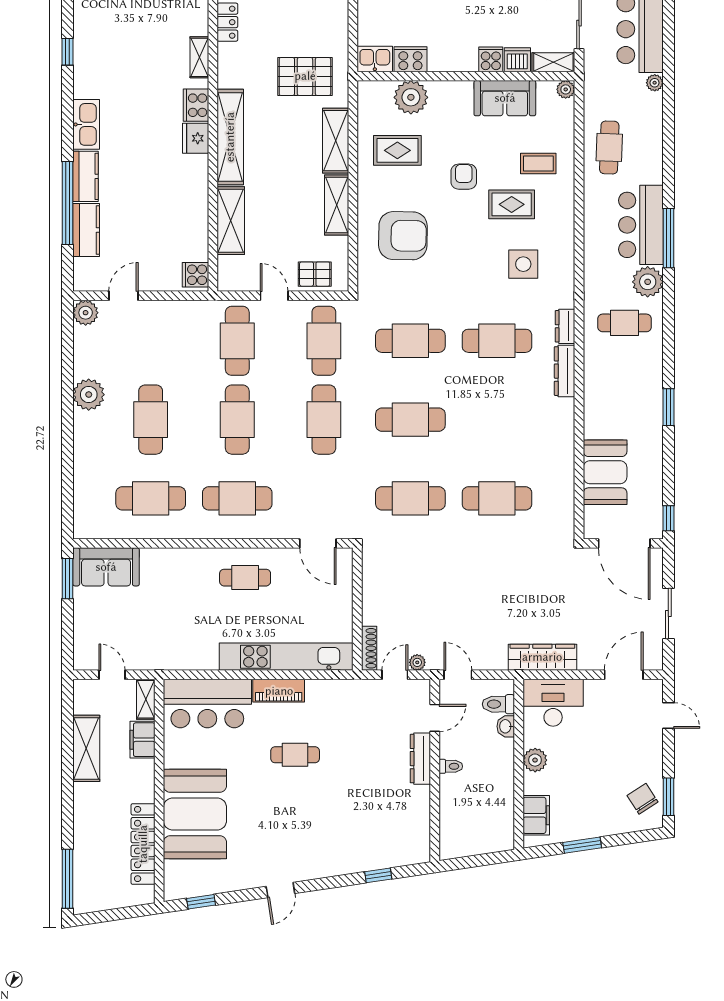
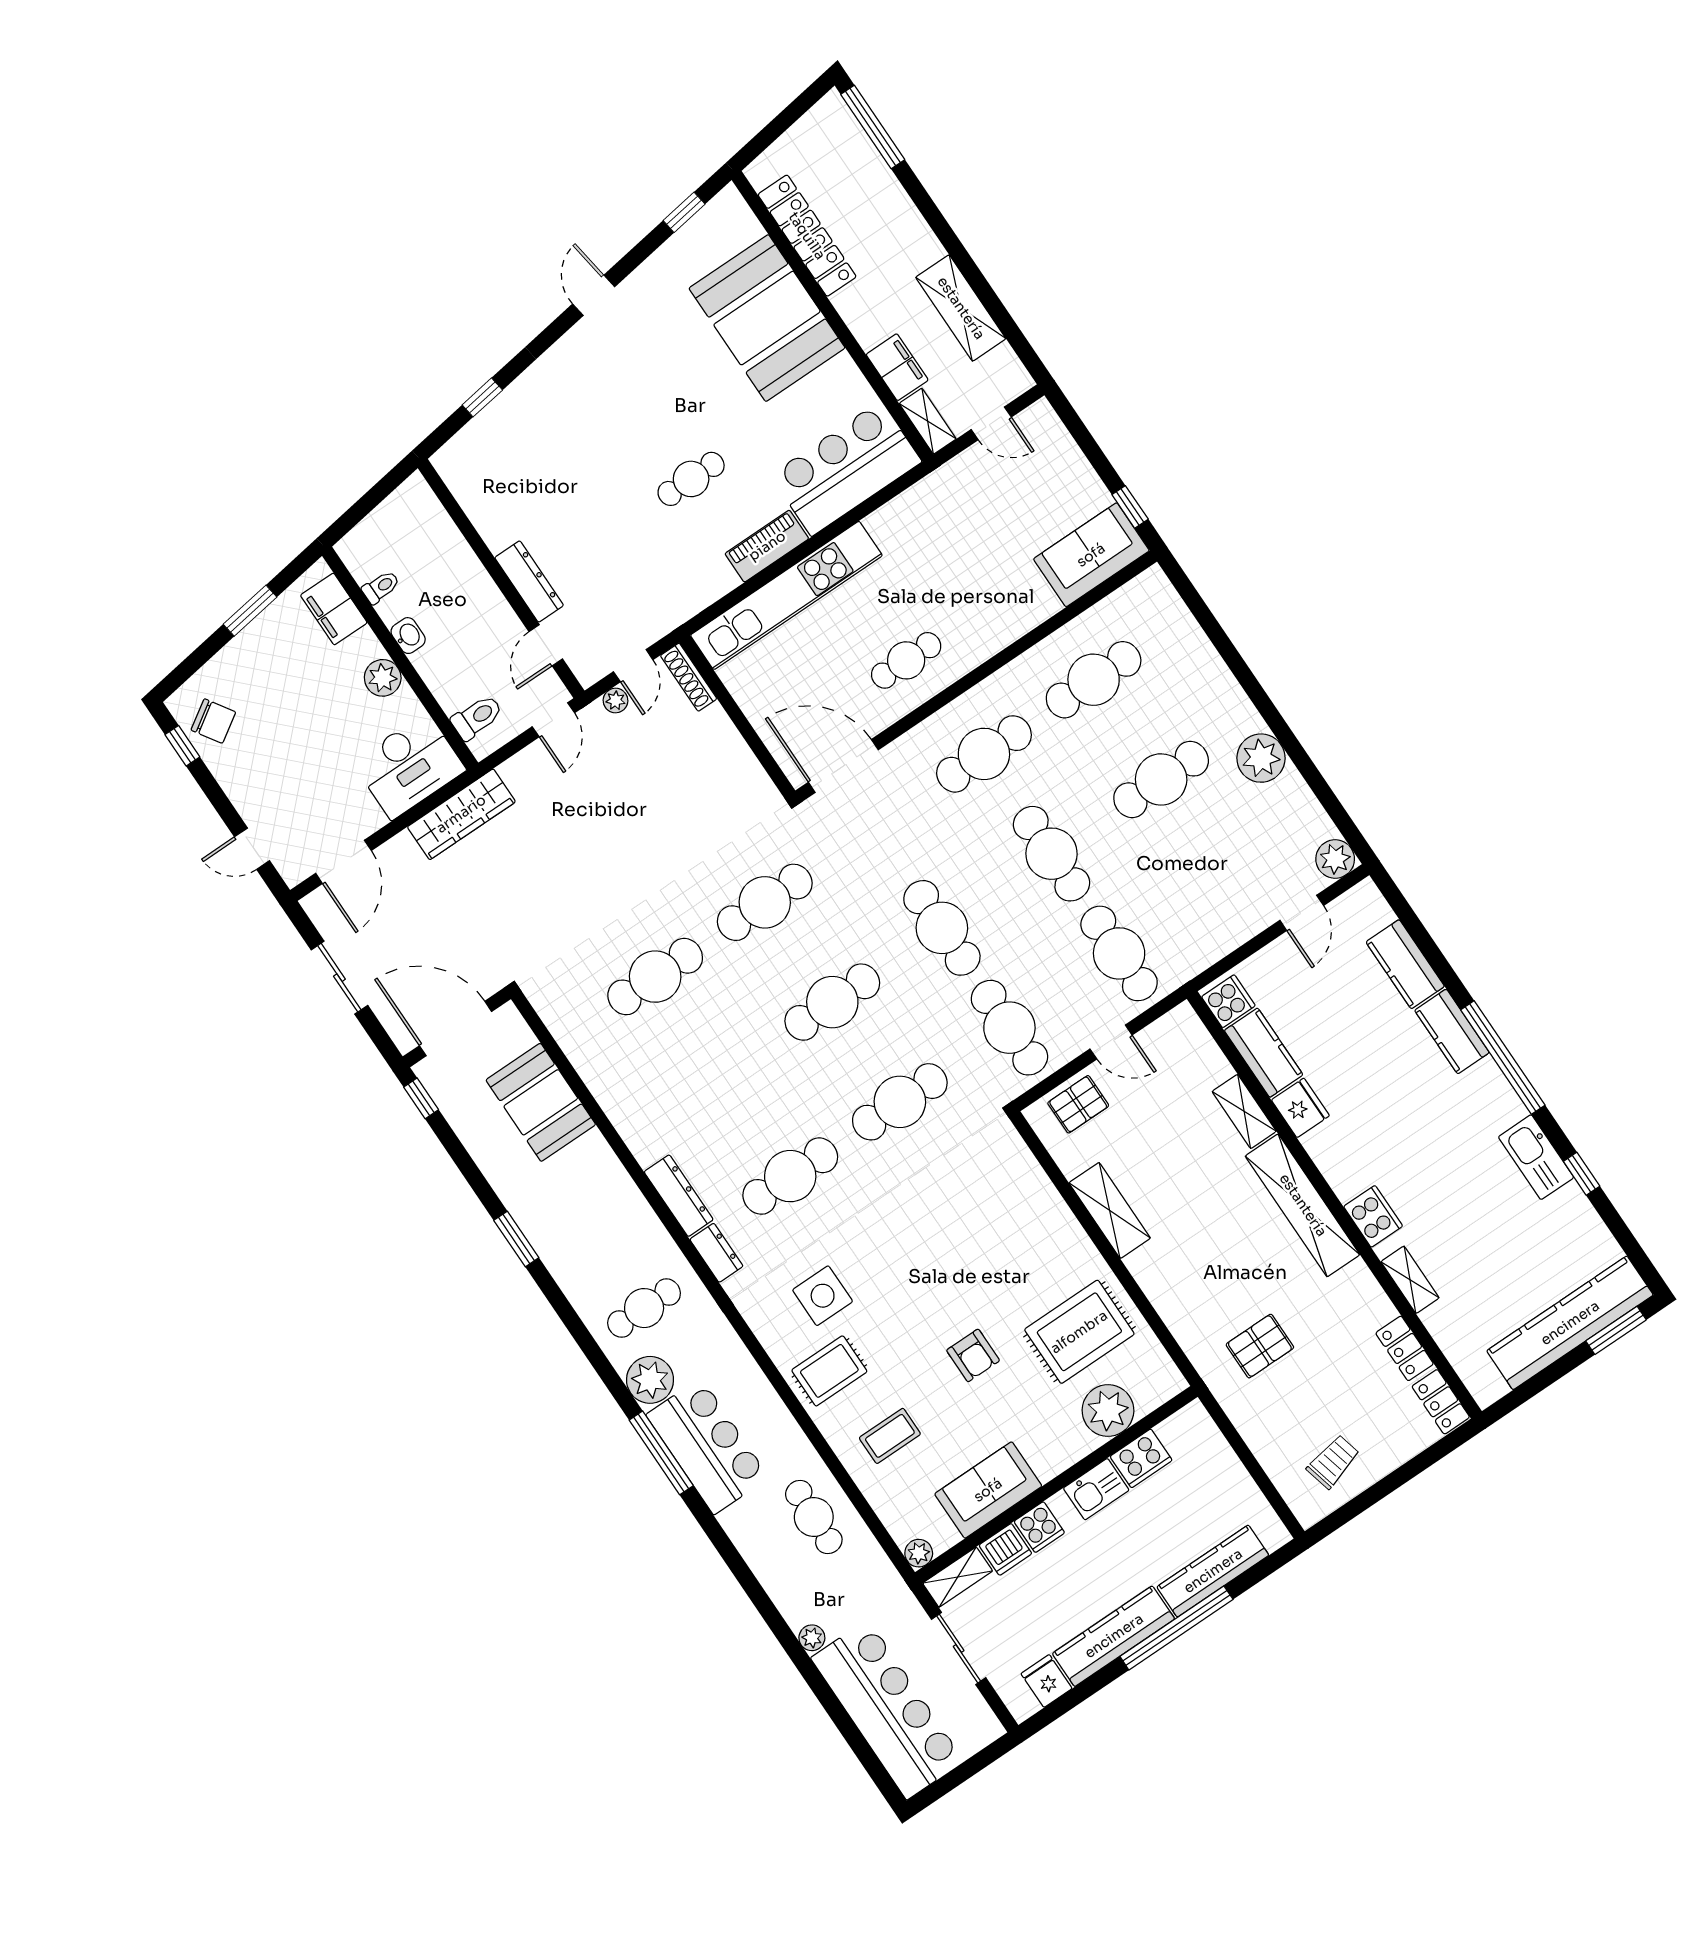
kitchen sink: (375, 59) -> (1096, 1489), moved
pallet: (305, 76) -> (1260, 1346), width x0.67, depth x0.71
kitchen sink: (86, 124) -> (1536, 1157), moved
fridge: (196, 138) -> (1300, 1108), moved
shelving: (336, 141) -> (1166, 1291), removed
rug: (397, 150) -> (1079, 1332), width x1.36, depth x1.43
window: (68, 203) -> (1503, 1057), moved
rug: (512, 204) -> (829, 1371), moved
shelving: (231, 221) -> (1244, 1111), width x0.67, depth x0.75
kitchen counter: (195, 234) -> (1264, 1053), added
armchair: (403, 236) -> (999, 1228), removed
cafe table: (151, 420) -> (1161, 779), turned 90
door: (318, 543) -> (843, 766), width x1.36
window: (68, 579) -> (1130, 507), width x0.67
door: (458, 675) -> (553, 720), hinge flipped
washbasin: (506, 726) -> (408, 636), moved
toilet: (451, 766) -> (381, 587), moved, turned 180
window: (668, 797) -> (182, 746), width x0.67

